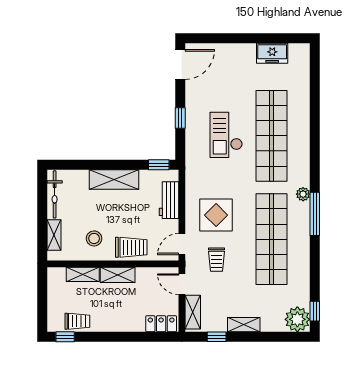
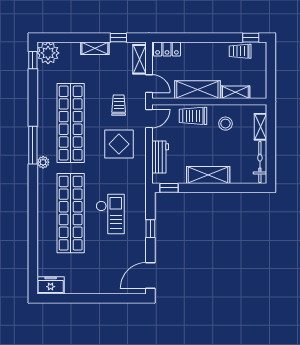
freezer: (272, 53) -> (51, 285), moved
shelving: (118, 275) -> (197, 90), width x1.50, depth x1.33

